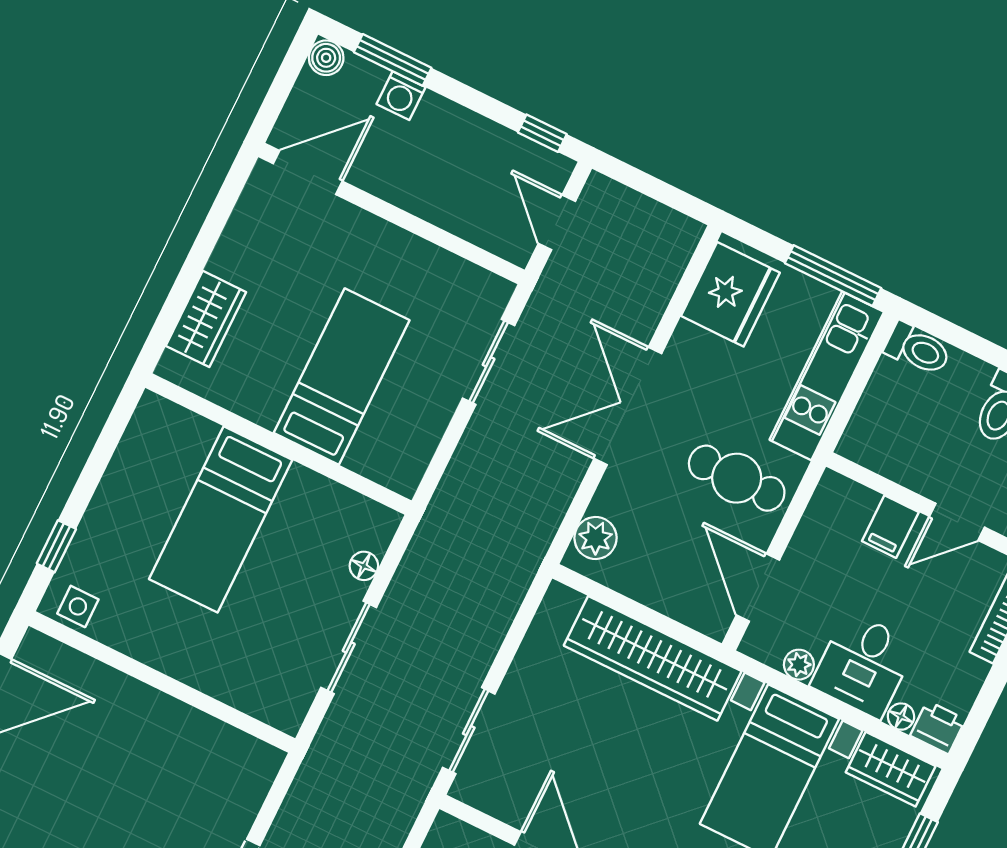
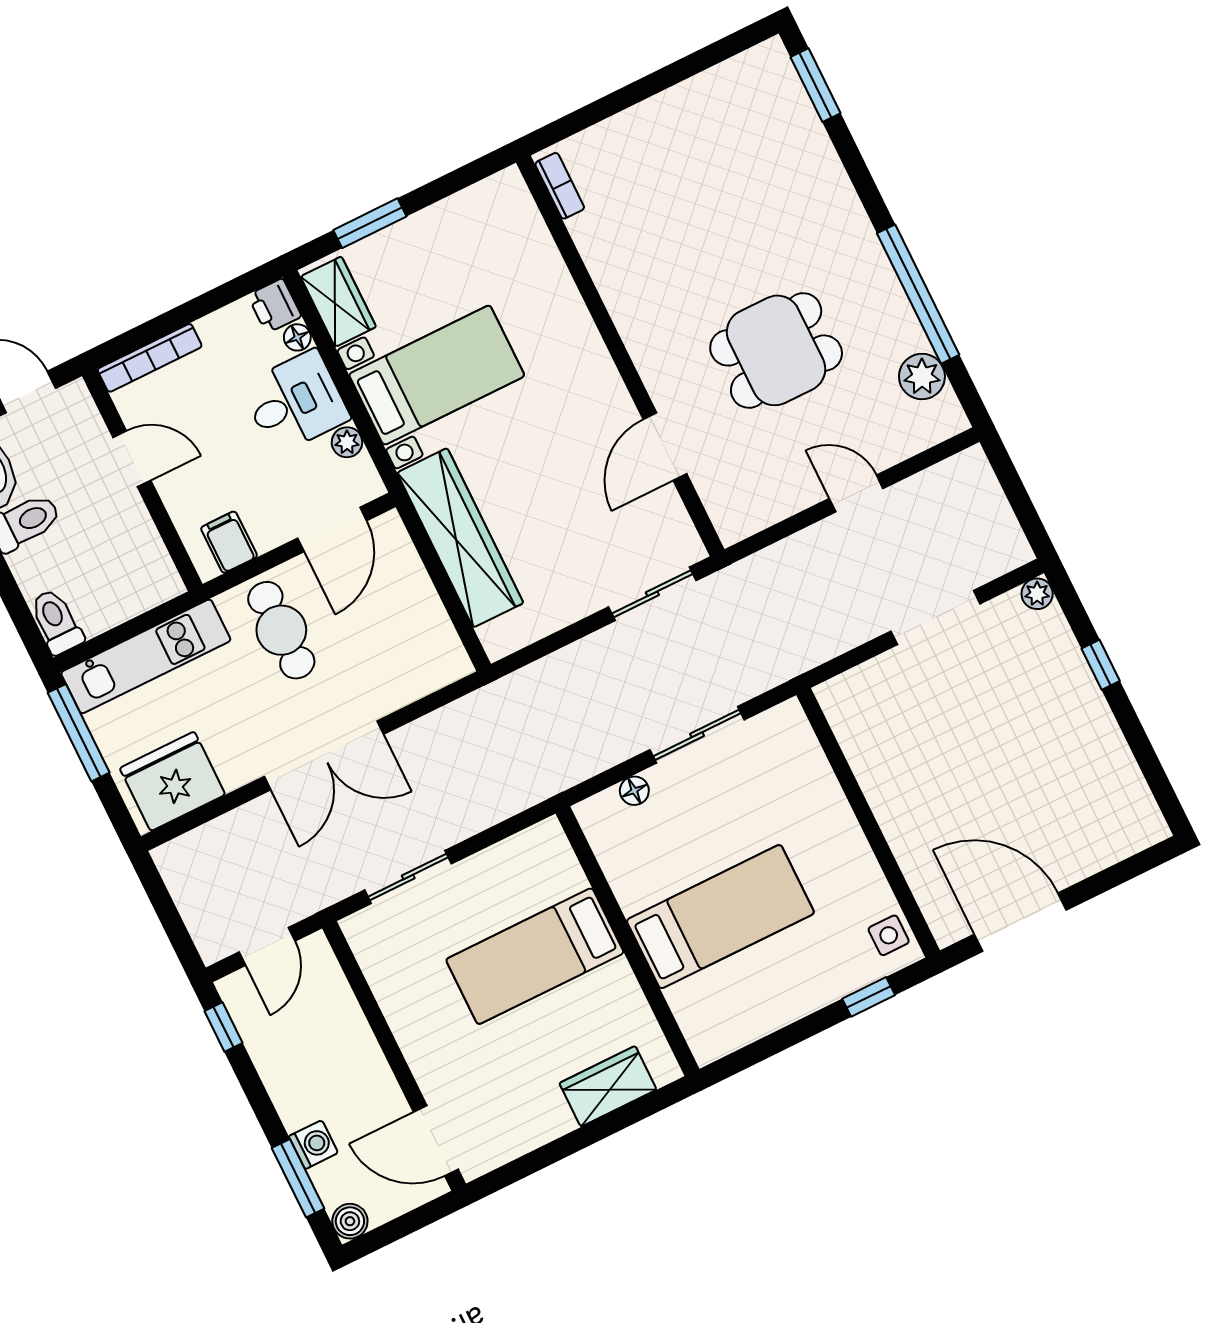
filing cabinet: (890, 527) -> (229, 542), moved, turned -90
plant: (596, 538) -> (431, 670), removed

